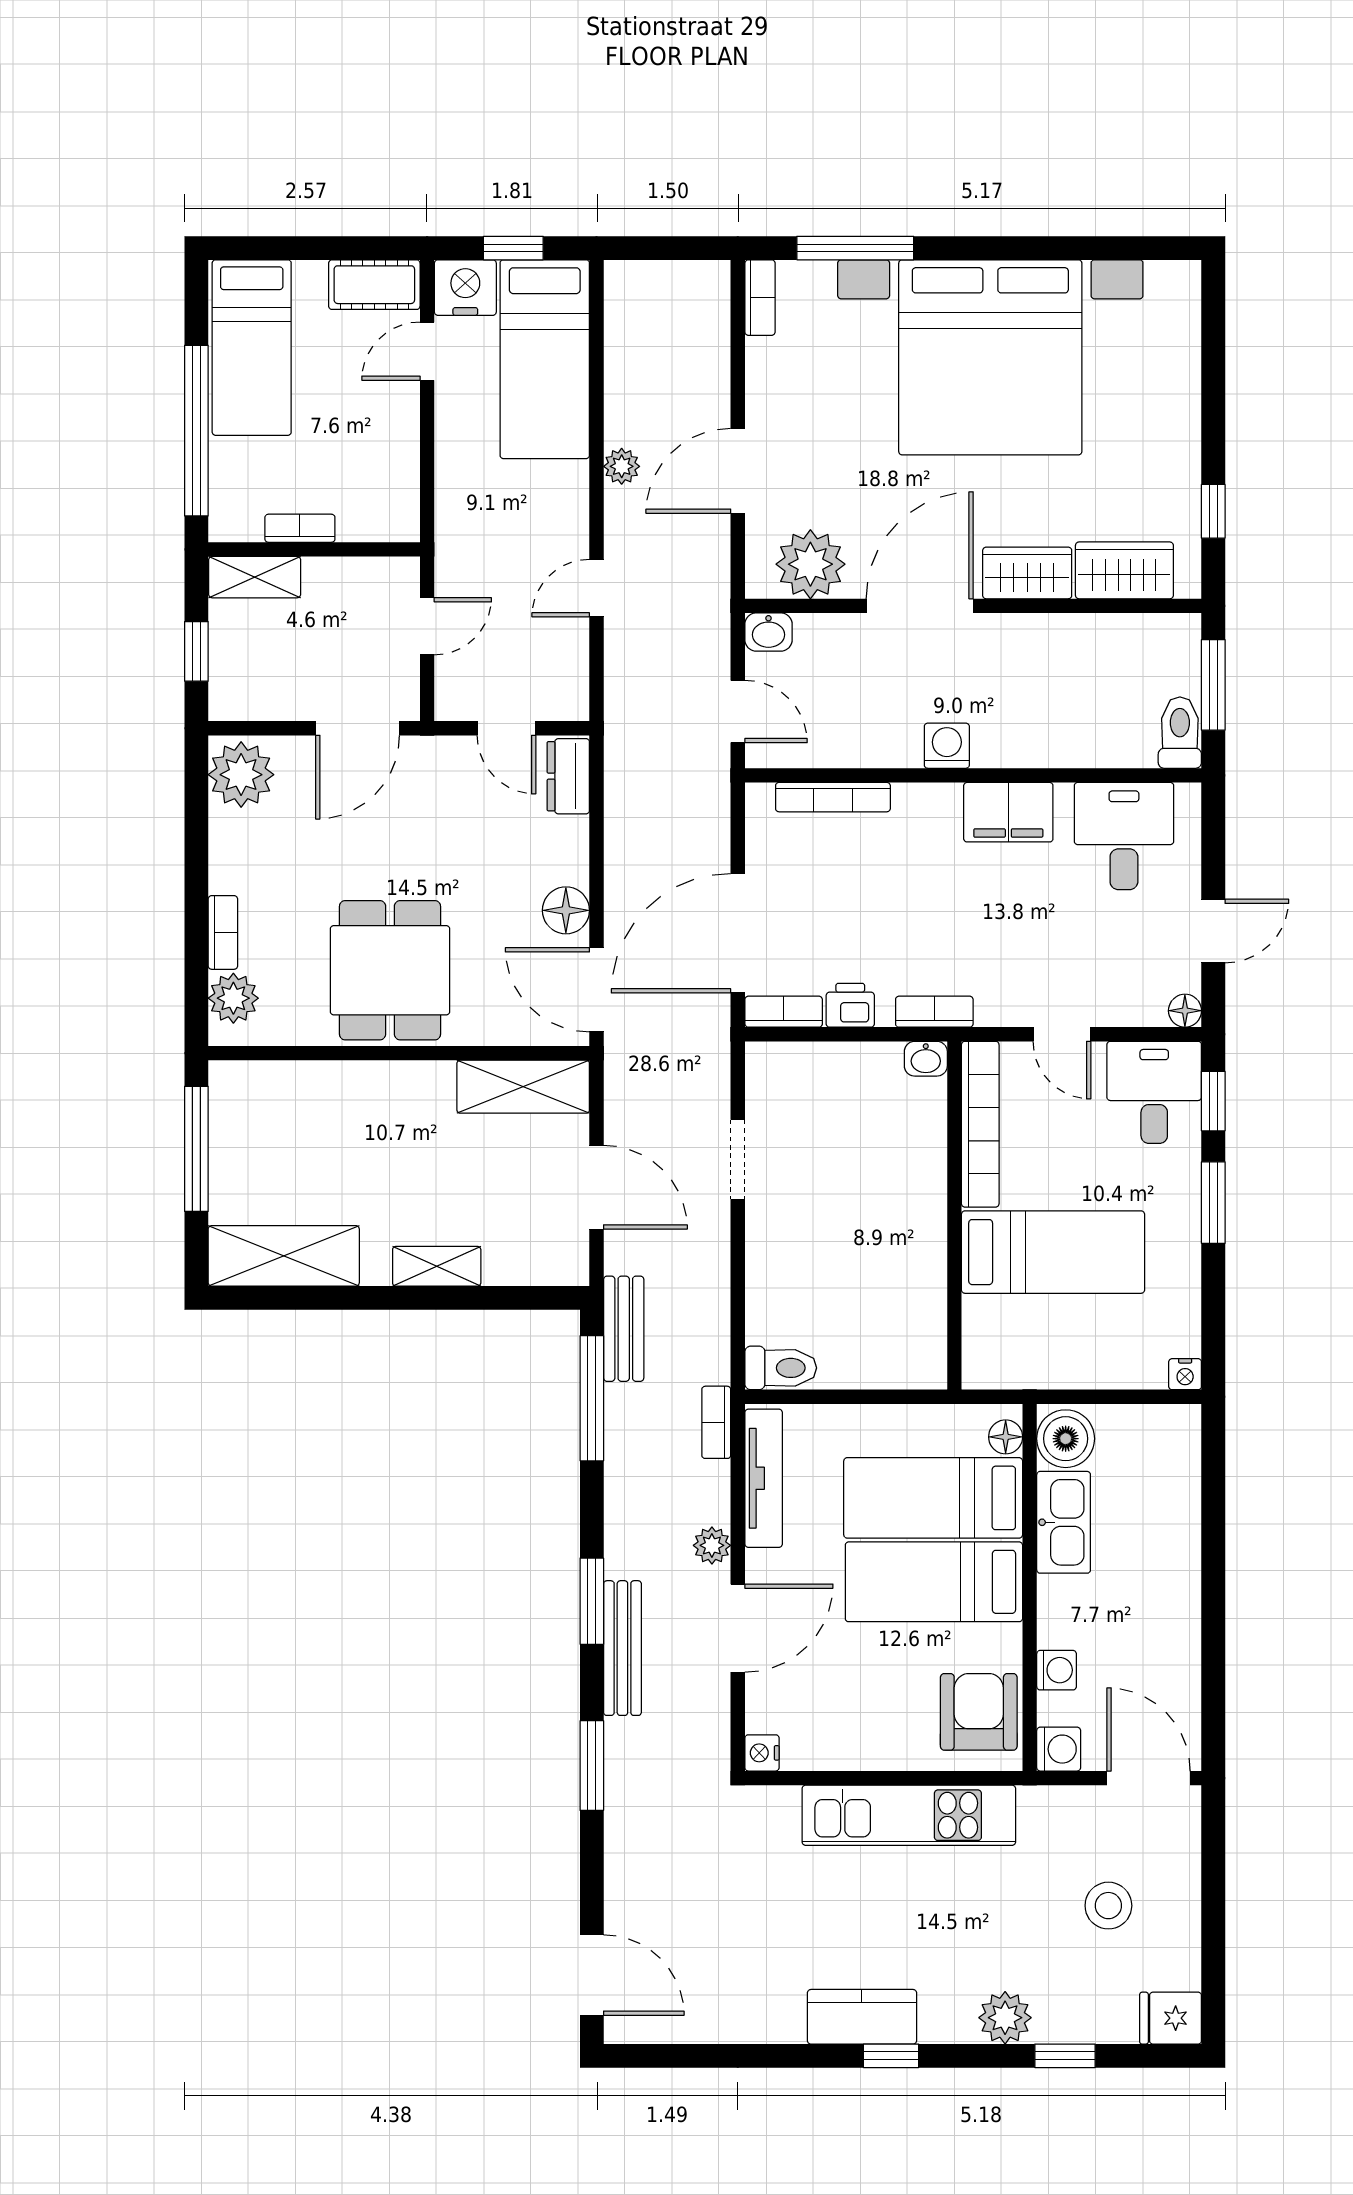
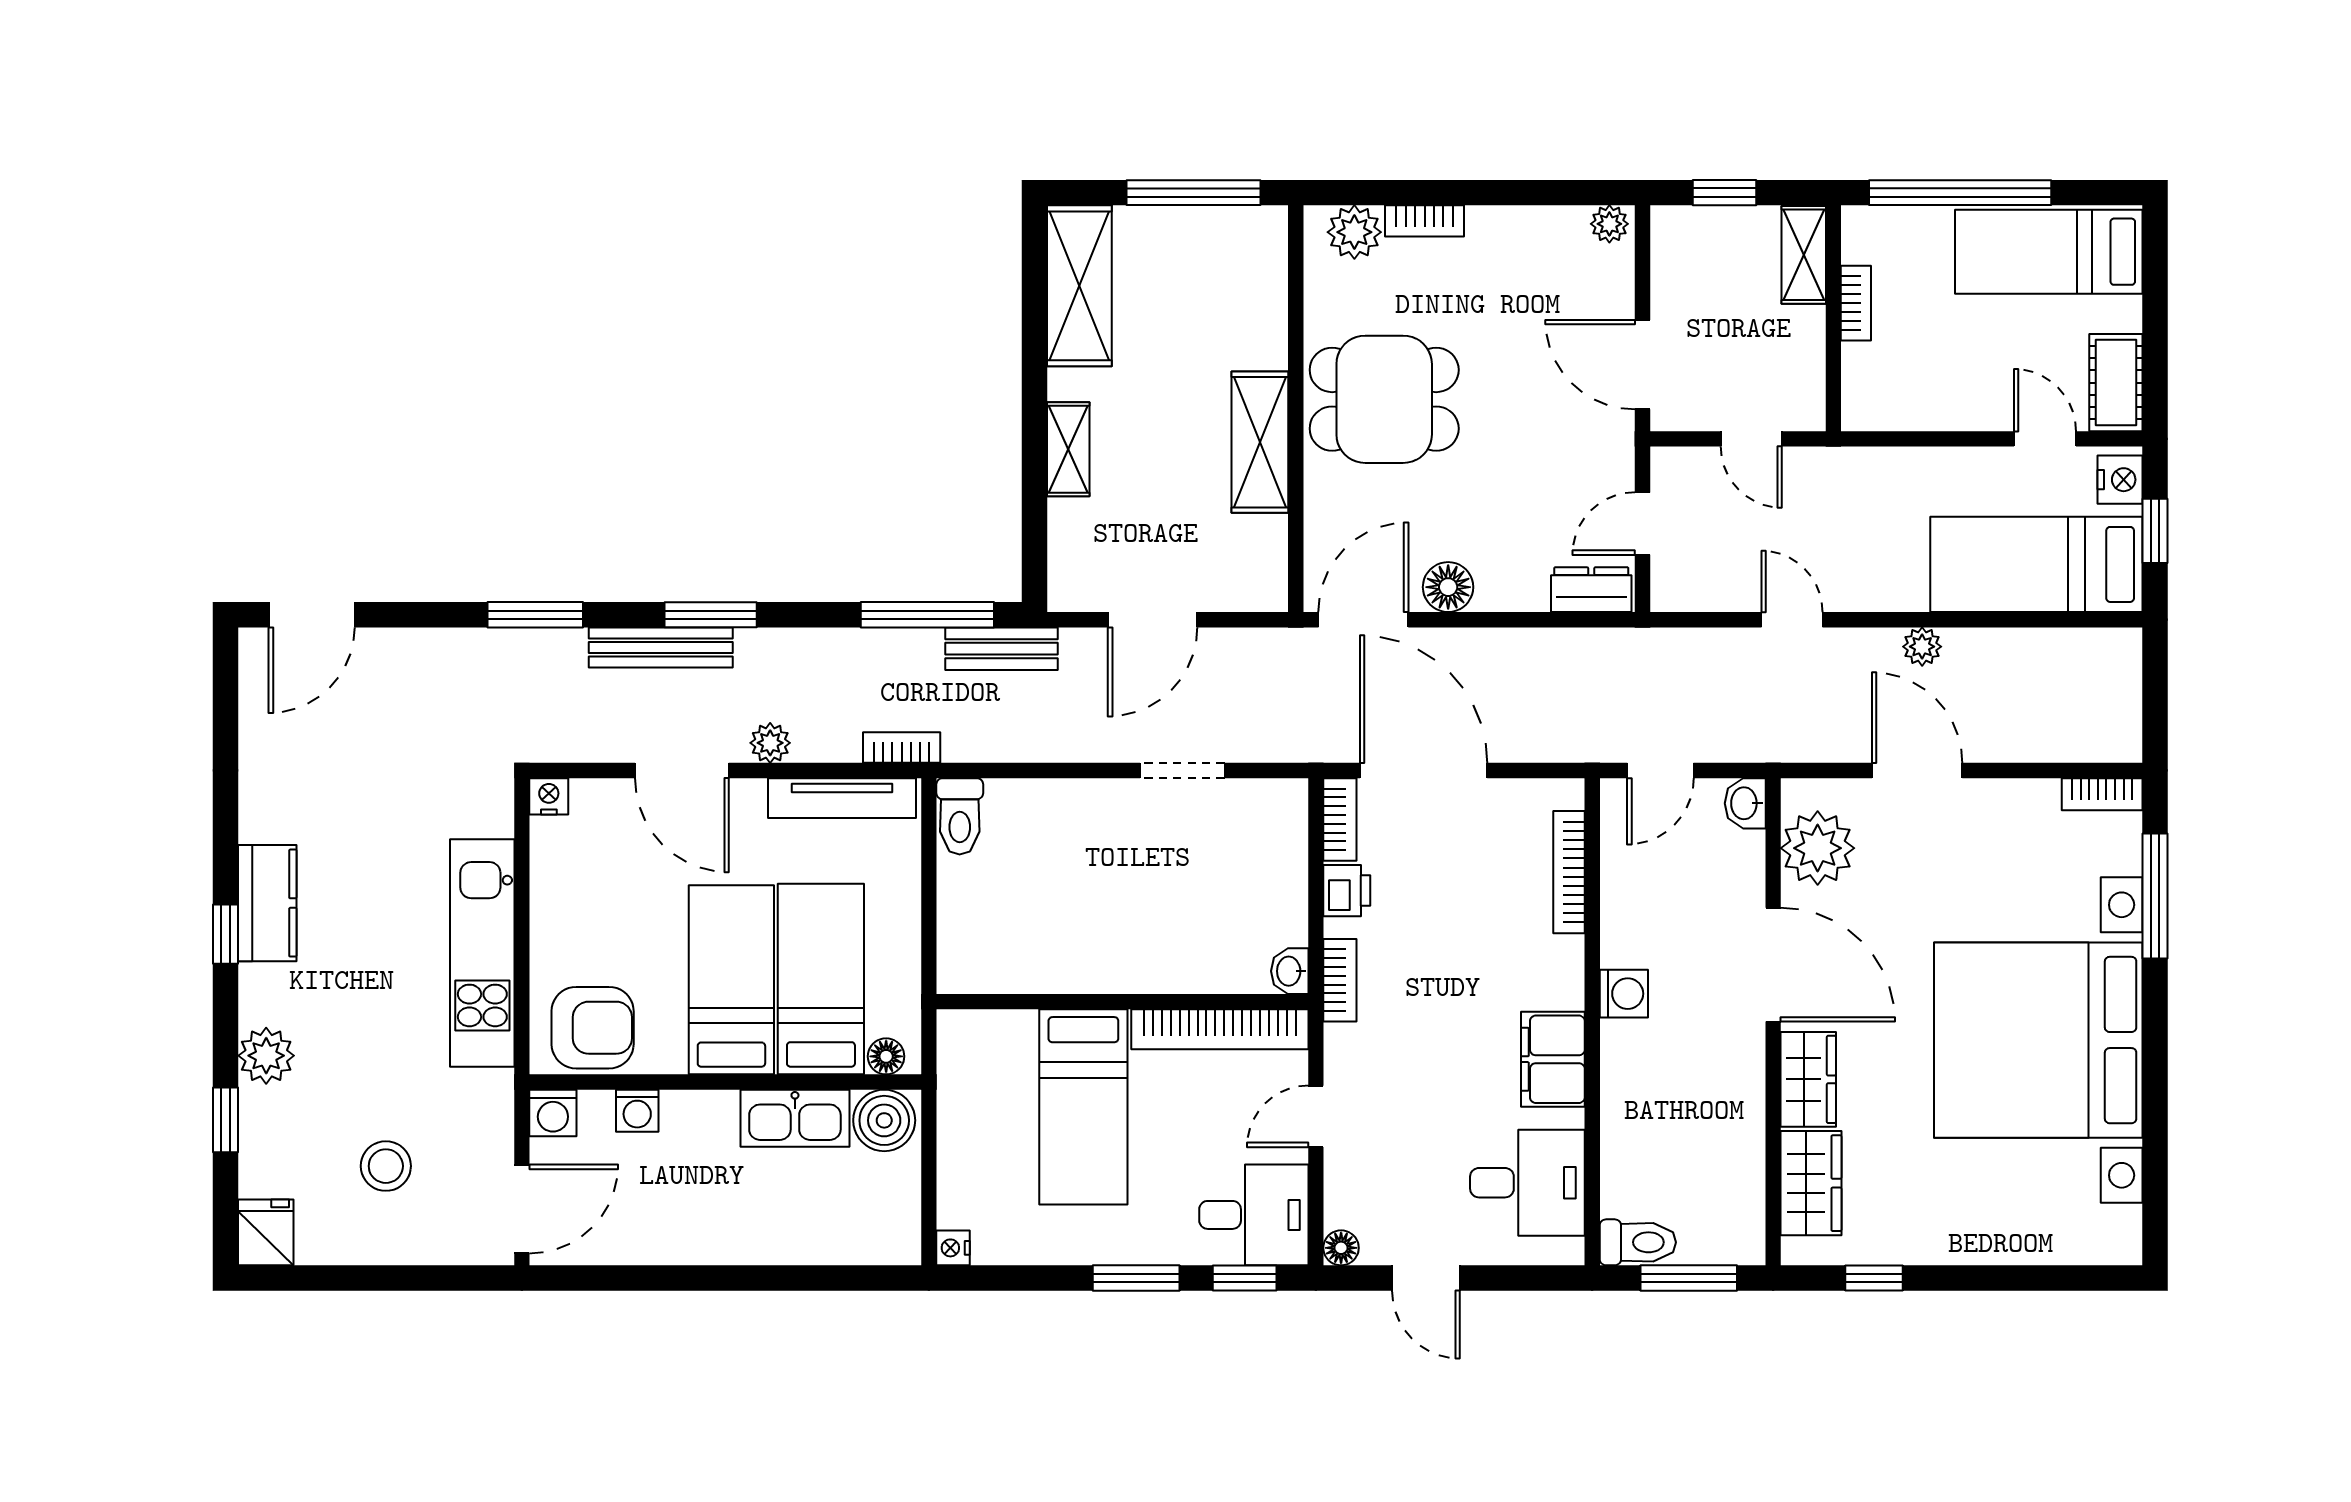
nightstand: (465, 288) -> (2120, 480), width x0.74, depth x0.75
plant: (241, 775) -> (1609, 224), width x0.53, depth x0.53
shelving: (523, 1087) -> (1260, 442), moved

